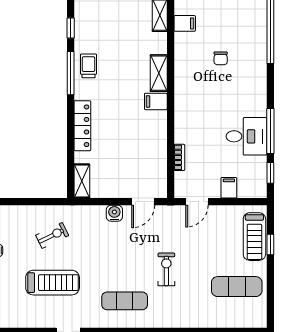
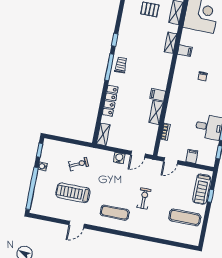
shelving: (159, 73) -> (156, 112), moved
treadmill: (53, 283) -> (73, 193), turned 180

